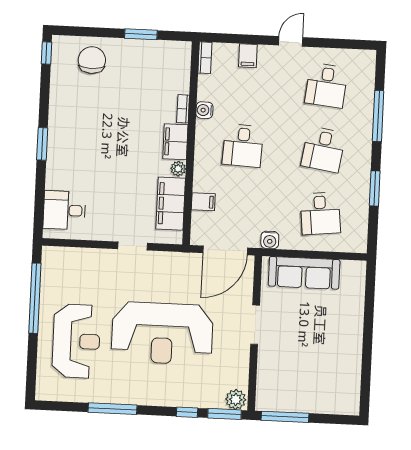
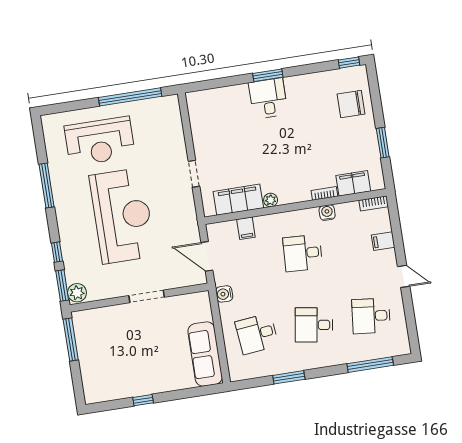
chair: (92, 60) -> (351, 104), turned 180
window: (378, 116) -> (370, 365), moved
filing cabinet: (175, 142) -> (353, 183), moved
desk: (64, 210) -> (268, 98), moved
door: (225, 250) -> (207, 256), width x0.73
sofa: (304, 273) -> (205, 354), moved
reception desk: (162, 333) -> (122, 216), turned 180
window: (367, 352) -> (143, 400), added

